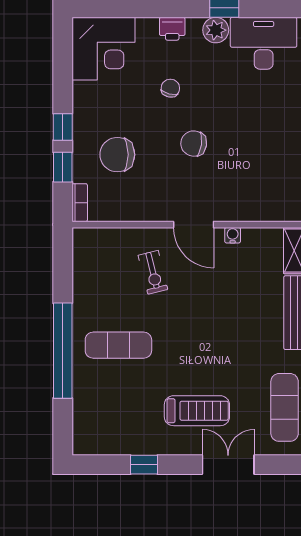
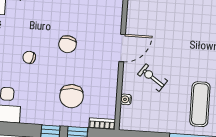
water cooler: (233, 235) -> (126, 99), moved
exercise bike: (153, 272) -> (152, 78), turned -131

